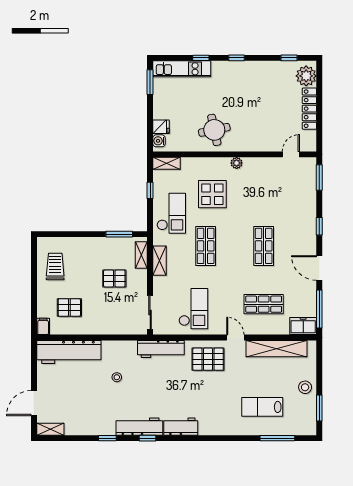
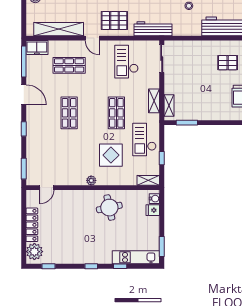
pallet: (114, 278) -> (191, 86), removed

